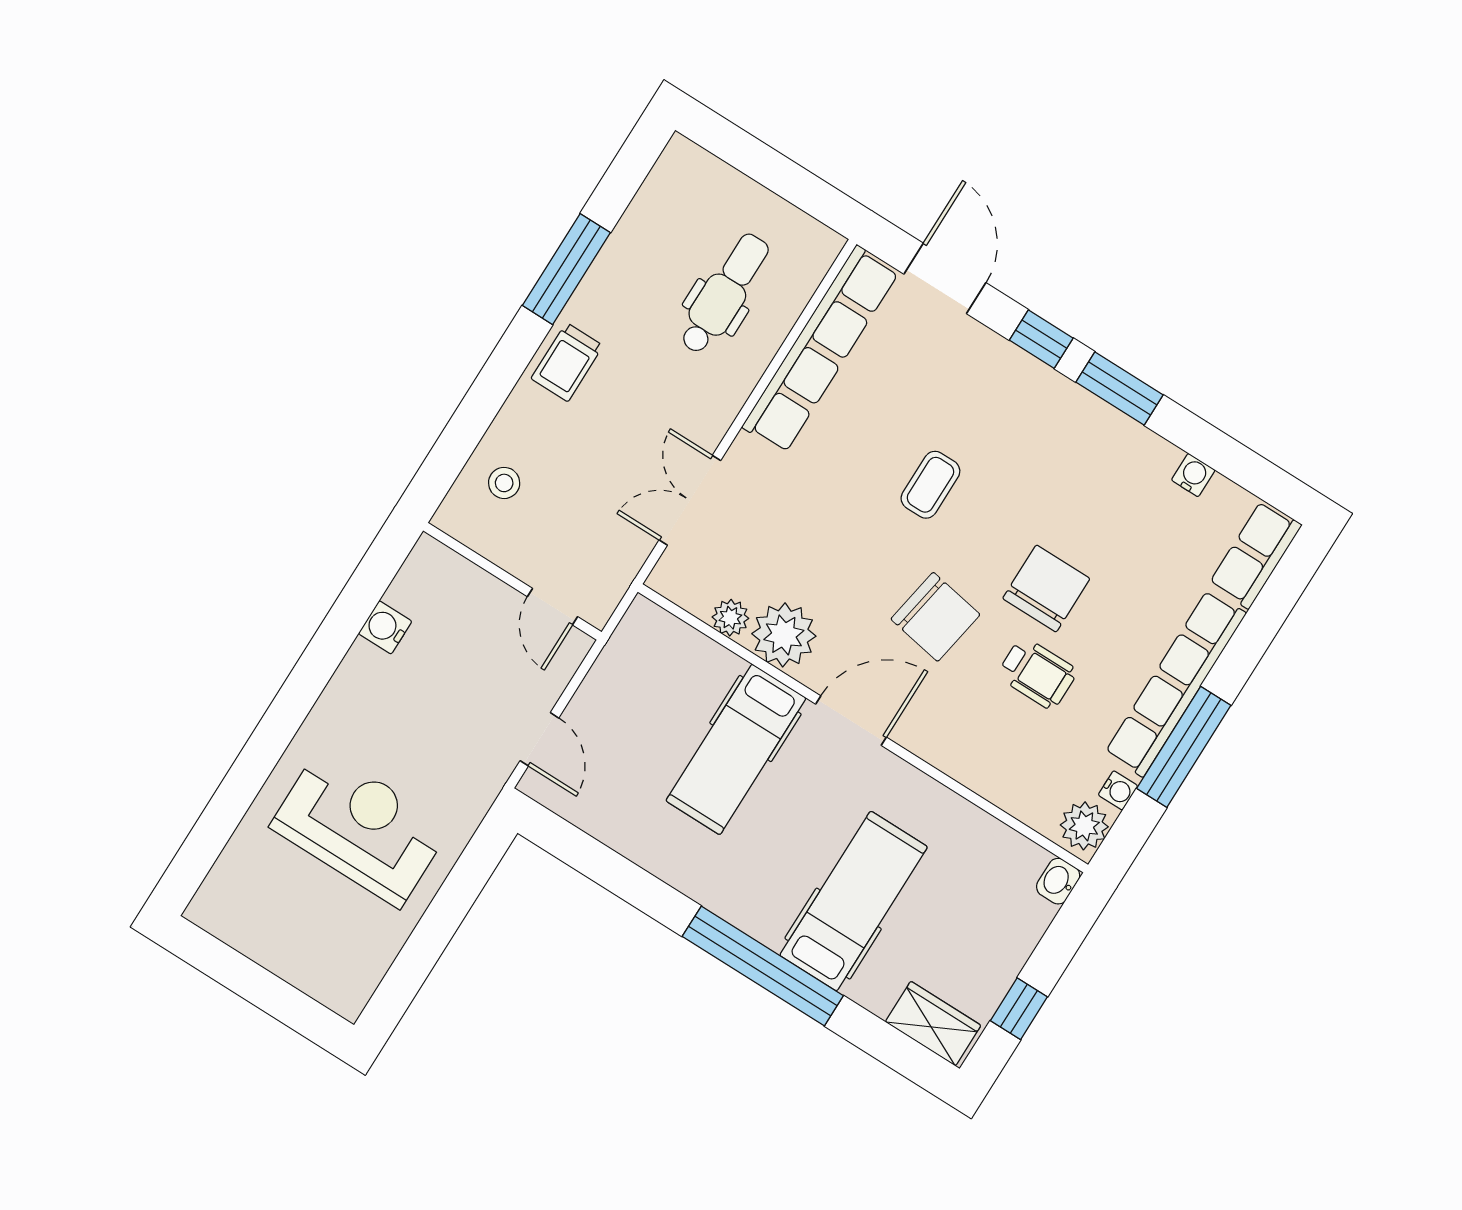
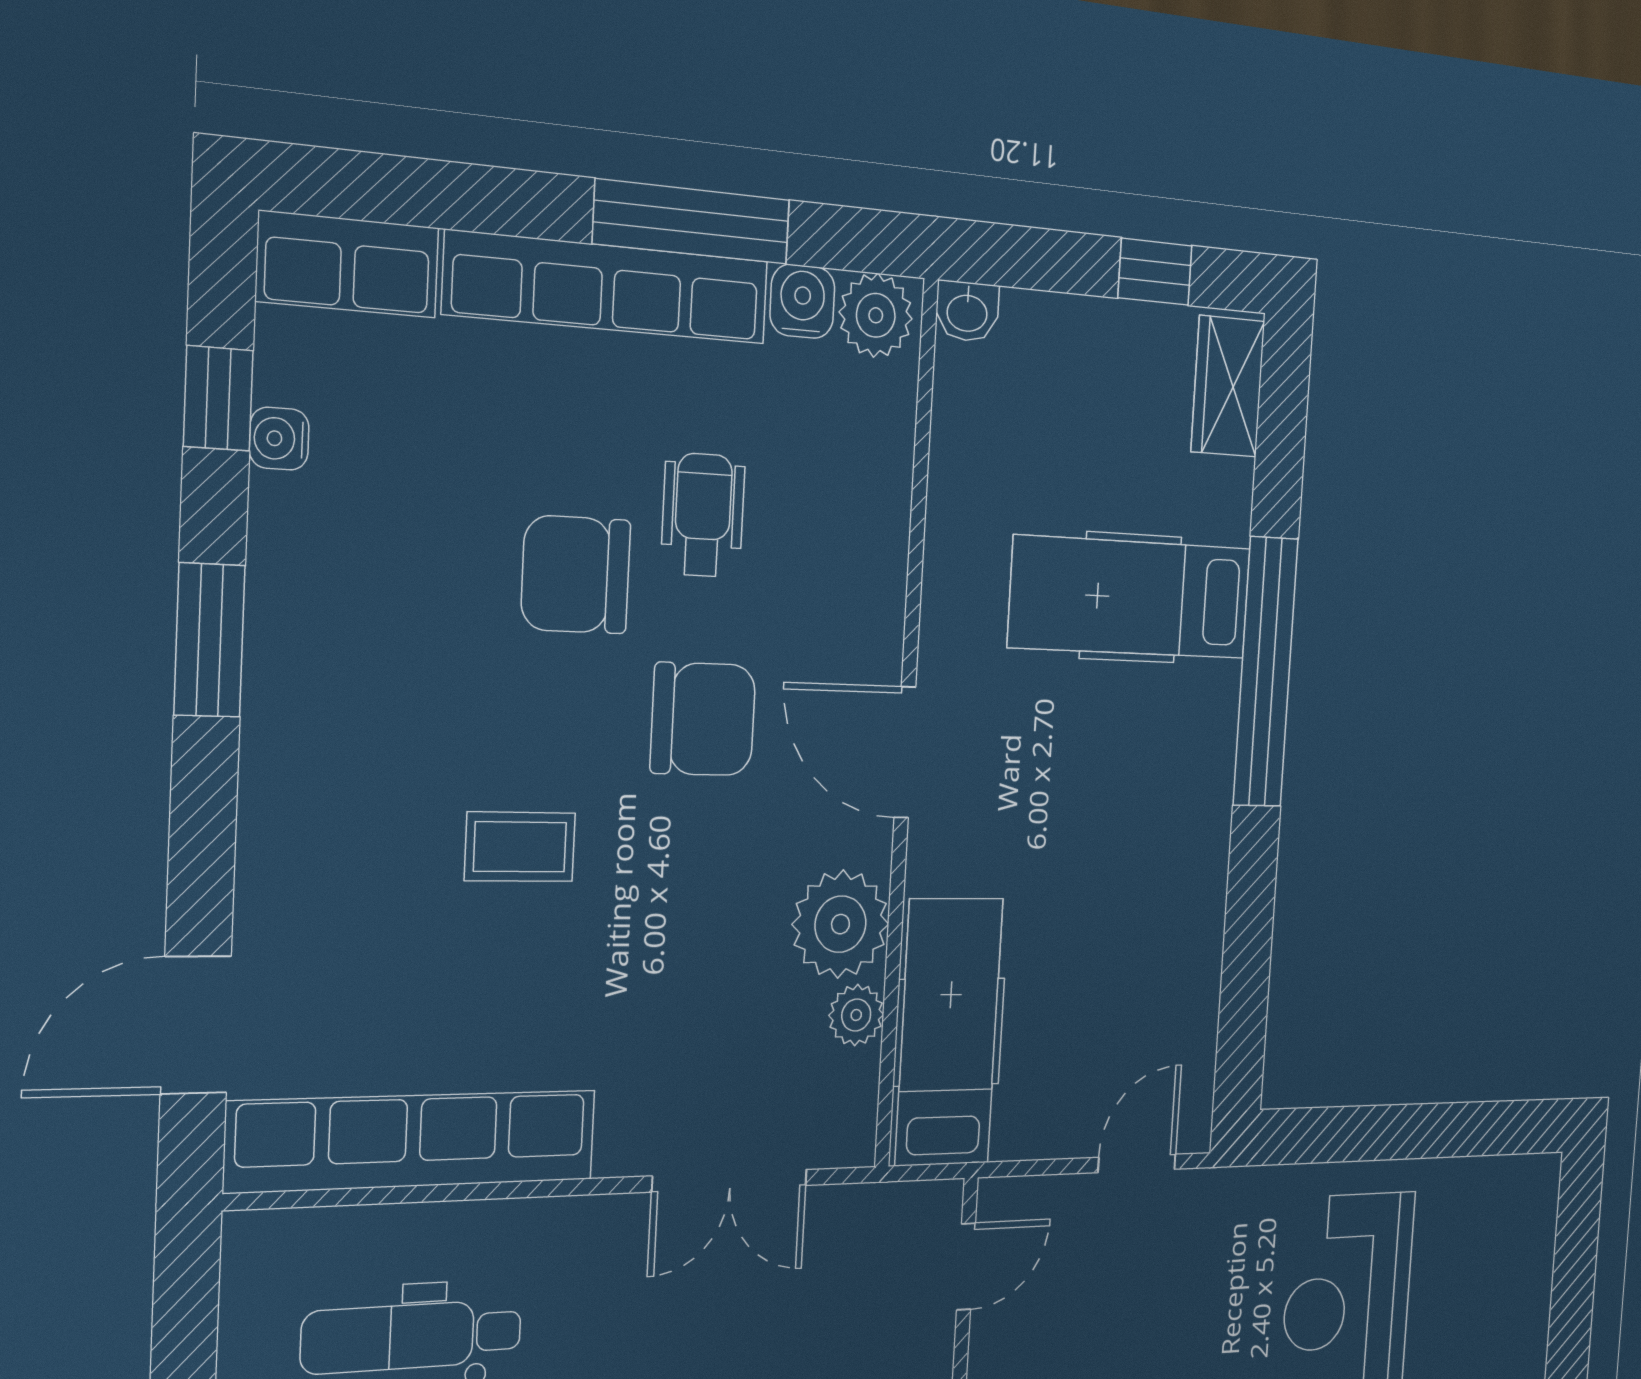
window: (1041, 339) -> (218, 398), moved
chair: (935, 617) -> (703, 719), turned 80
hospital bed: (736, 749) -> (949, 1032), moved, turned -90
water cooler: (1118, 790) -> (802, 301), width x1.38, depth x1.38

